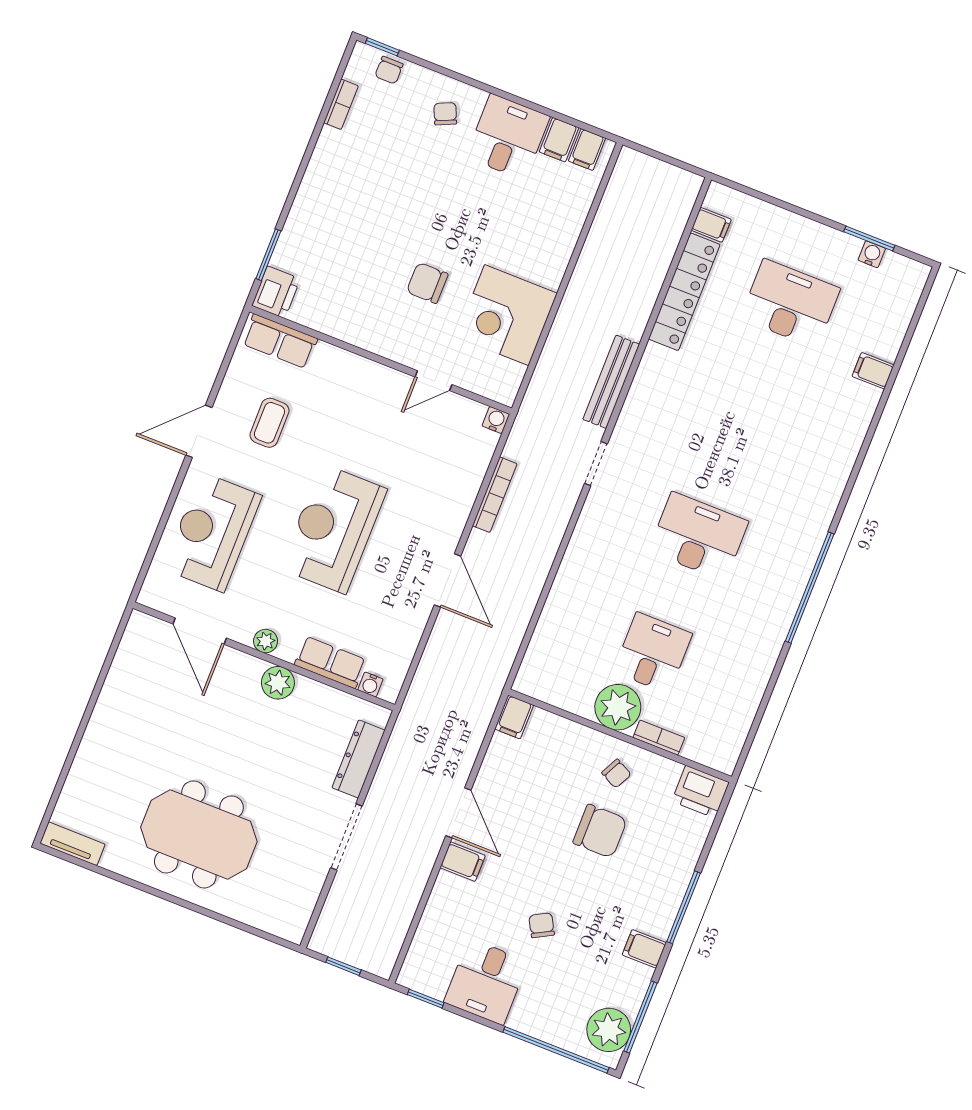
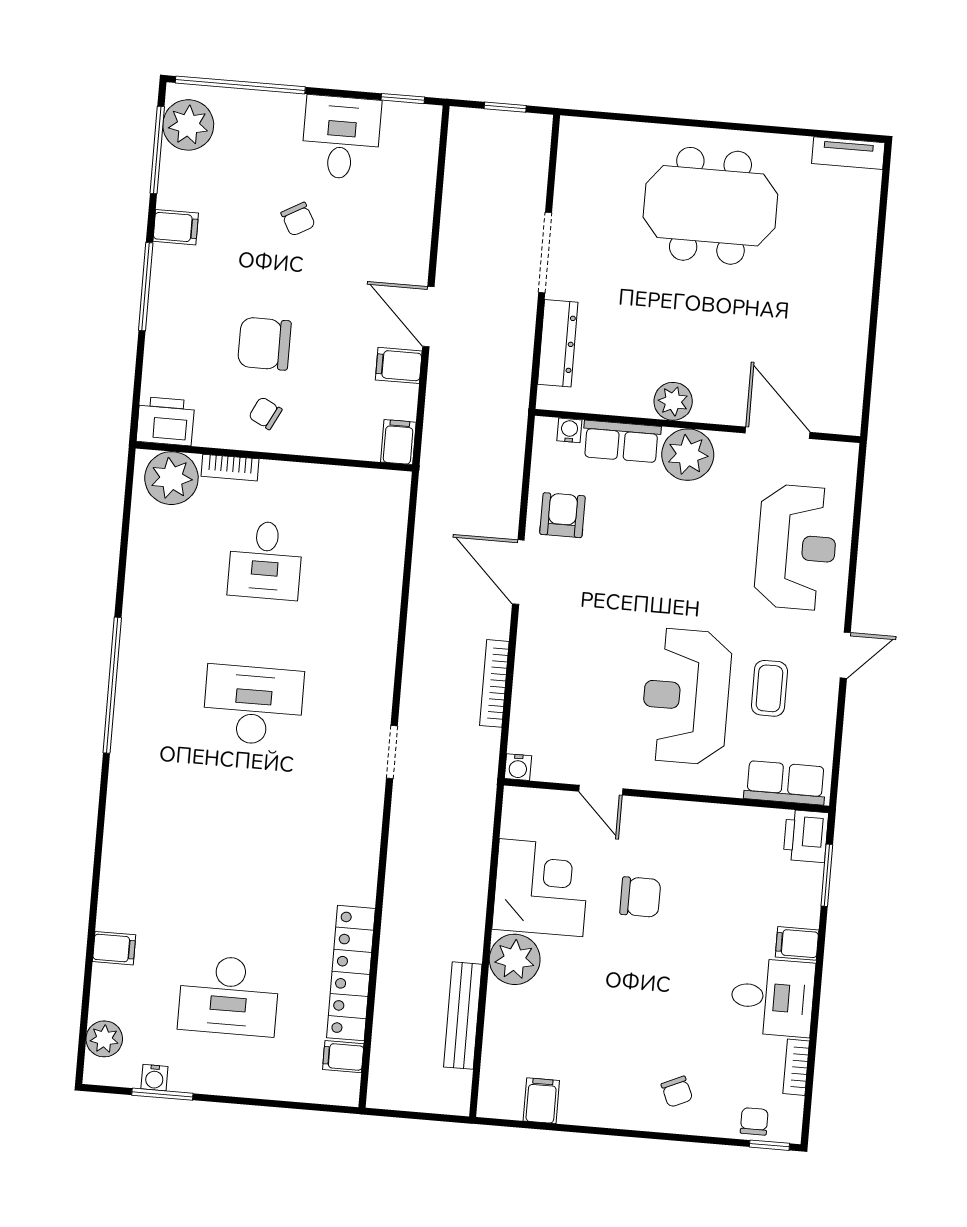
desk: (508, 137) -> (772, 997), moved, turned -90
filing cabinet: (587, 150) -> (797, 943), moved, turned -90
plant: (546, 263) -> (515, 959), added
plant: (903, 298) -> (104, 1039), added
door: (433, 381) -> (601, 790), swing flipped
bench: (611, 382) -> (463, 1016), moved
door: (199, 431) -> (845, 655), width x0.73
reception desk: (334, 529) -> (686, 696), moved, turned 180
desk: (699, 536) -> (253, 705), turned 180
armchair: (397, 616) -> (563, 515), added
plant: (266, 641) -> (688, 455), width x1.87, depth x1.87
plant: (618, 707) -> (171, 478), moved
filing cabinet: (463, 862) -> (399, 365), moved

